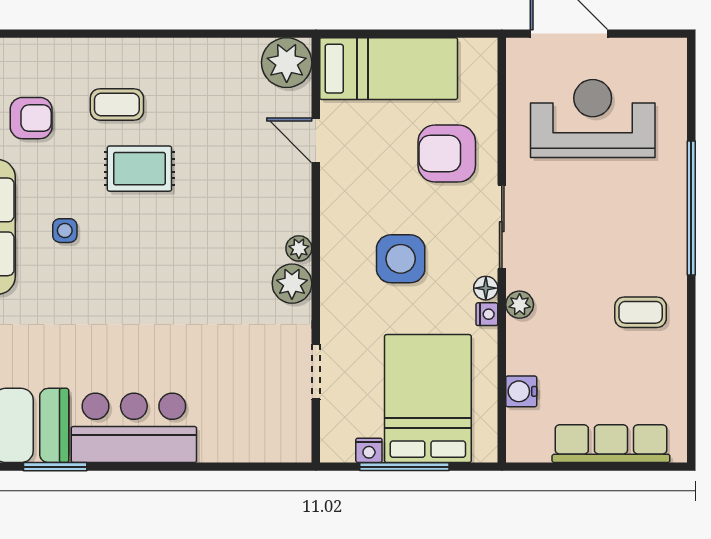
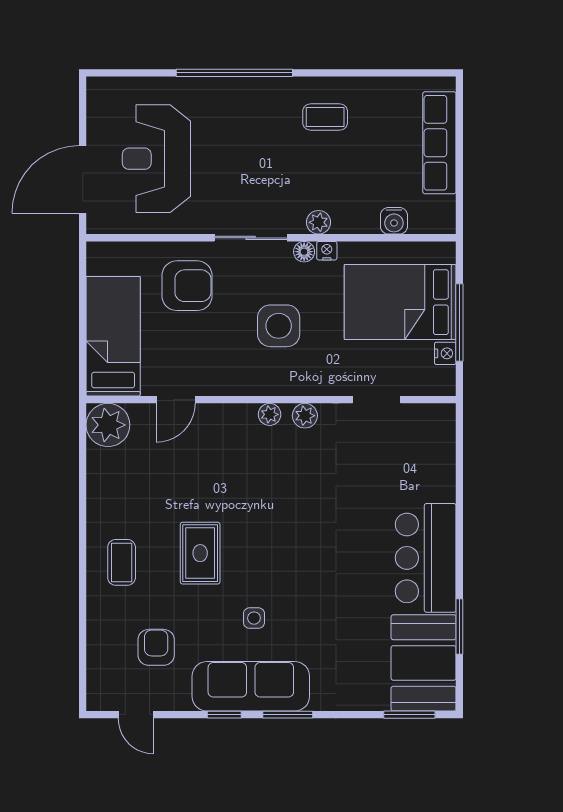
coffee table: (117, 105) -> (122, 562), moved
armchair: (447, 154) -> (187, 286), turned -90
plant: (292, 284) -> (305, 416), width x0.73, depth x0.73
coffee table: (641, 312) -> (325, 117), turned 90

